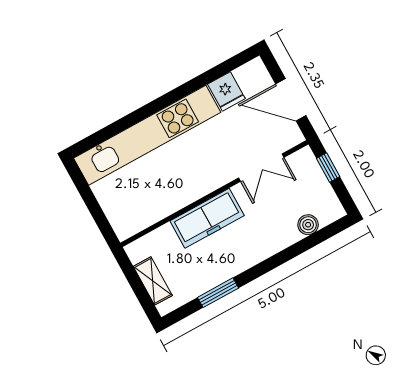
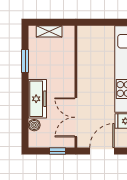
double door: (261, 168) -> (76, 117), width x1.37
freezer: (207, 218) -> (37, 99), moved, turned 180

